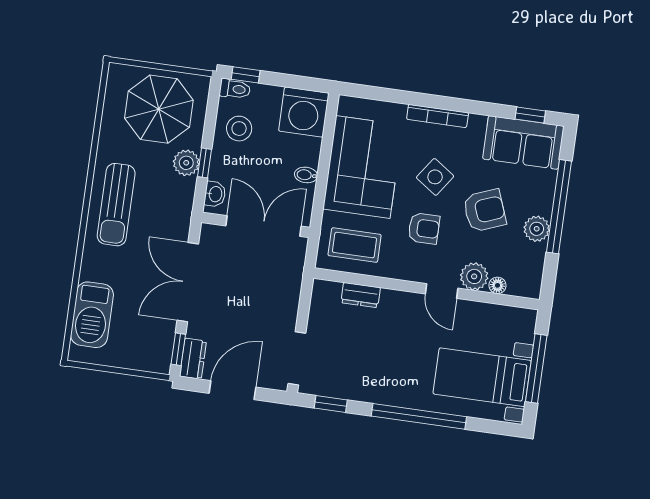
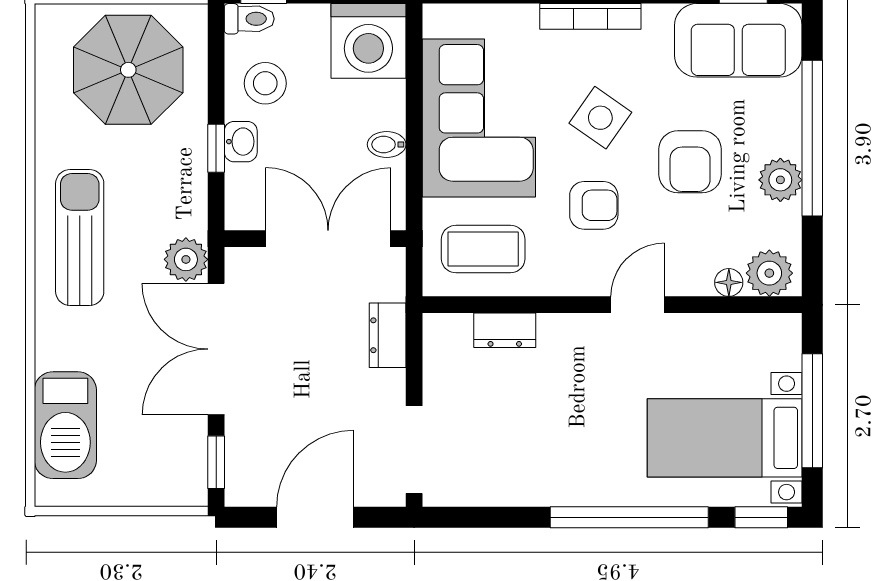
plant: (186, 163) -> (186, 259), moved
washbasin: (215, 194) -> (241, 142), moved
sun lounger: (116, 205) -> (80, 238), turned 180
armchair: (485, 211) -> (690, 162), turned 111
plant: (474, 276) -> (769, 273), moved
door: (442, 291) -> (638, 305), swing flipped
dresser: (193, 359) -> (388, 335), moved, turned 180
window: (331, 404) -> (761, 517), moved

